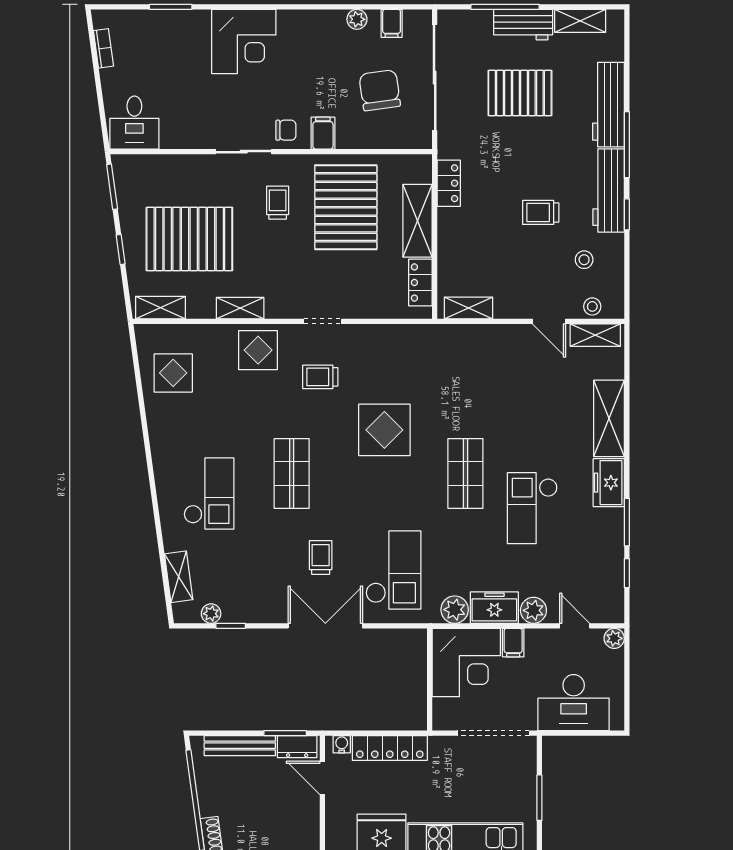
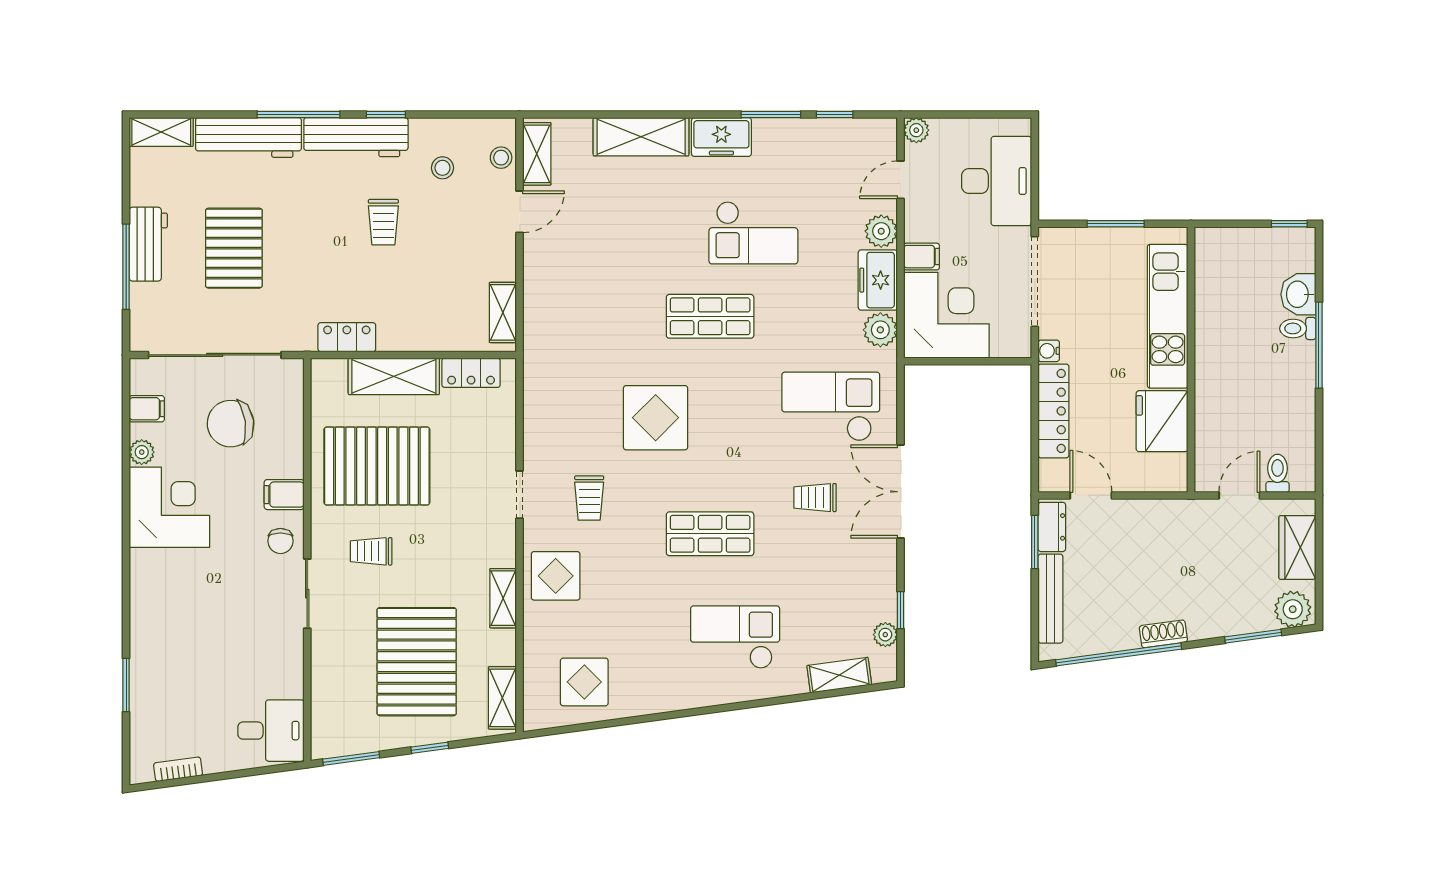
shelving: (580, 21) -> (161, 132), moved, turned 90
corner desk: (244, 41) -> (169, 507), moved
chair: (286, 130) -> (280, 541), turned 180
water cooler: (342, 744) -> (1049, 351), moved
door: (322, 778) -> (1091, 495), swing flipped

